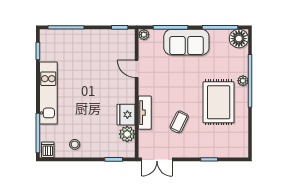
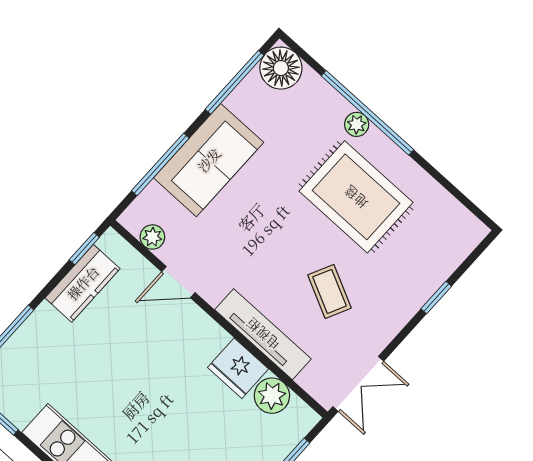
plant: (144, 35) -> (152, 237), moved
kitchen counter: (107, 37) -> (83, 283), added
tv unit: (145, 113) -> (263, 334), width x1.41

